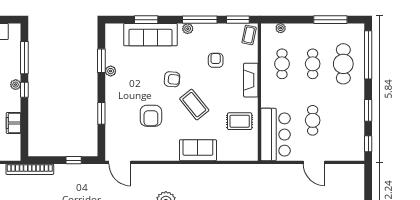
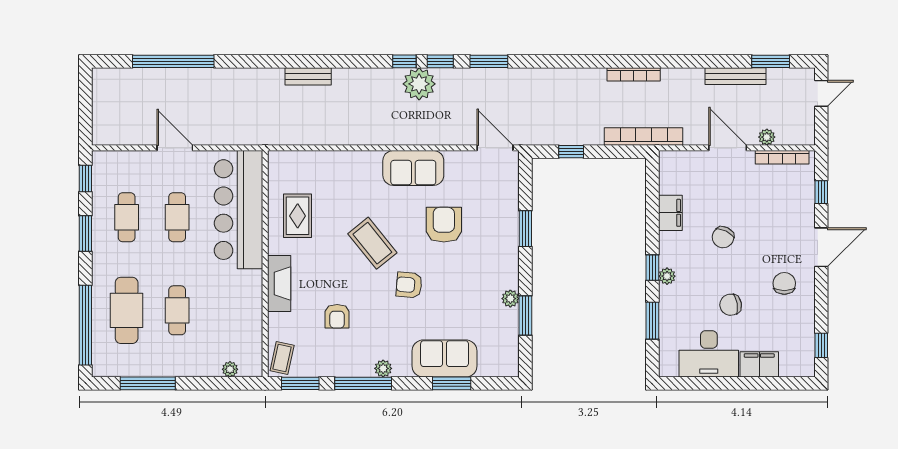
sofa: (150, 35) -> (445, 358), width x0.73
window: (24, 58) -> (652, 321), width x0.69
cafe table: (282, 64) -> (127, 217), moved
rug: (240, 121) -> (298, 216), turned 90
bar counter: (275, 135) -> (238, 210), width x1.36
sofa: (198, 150) -> (413, 168), moved

